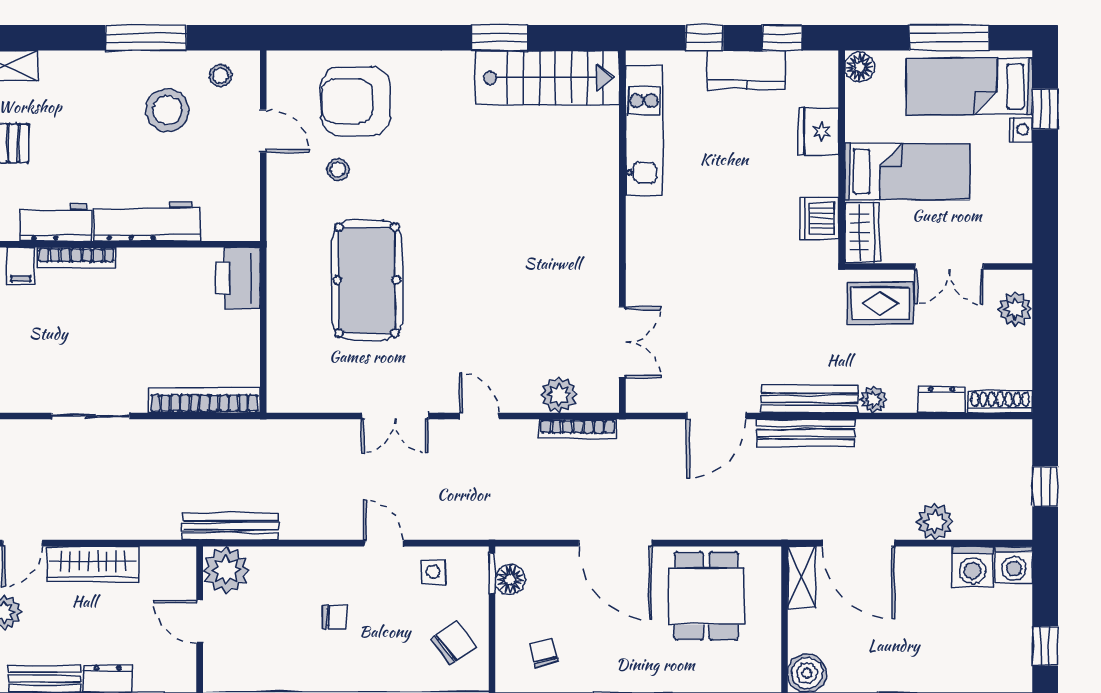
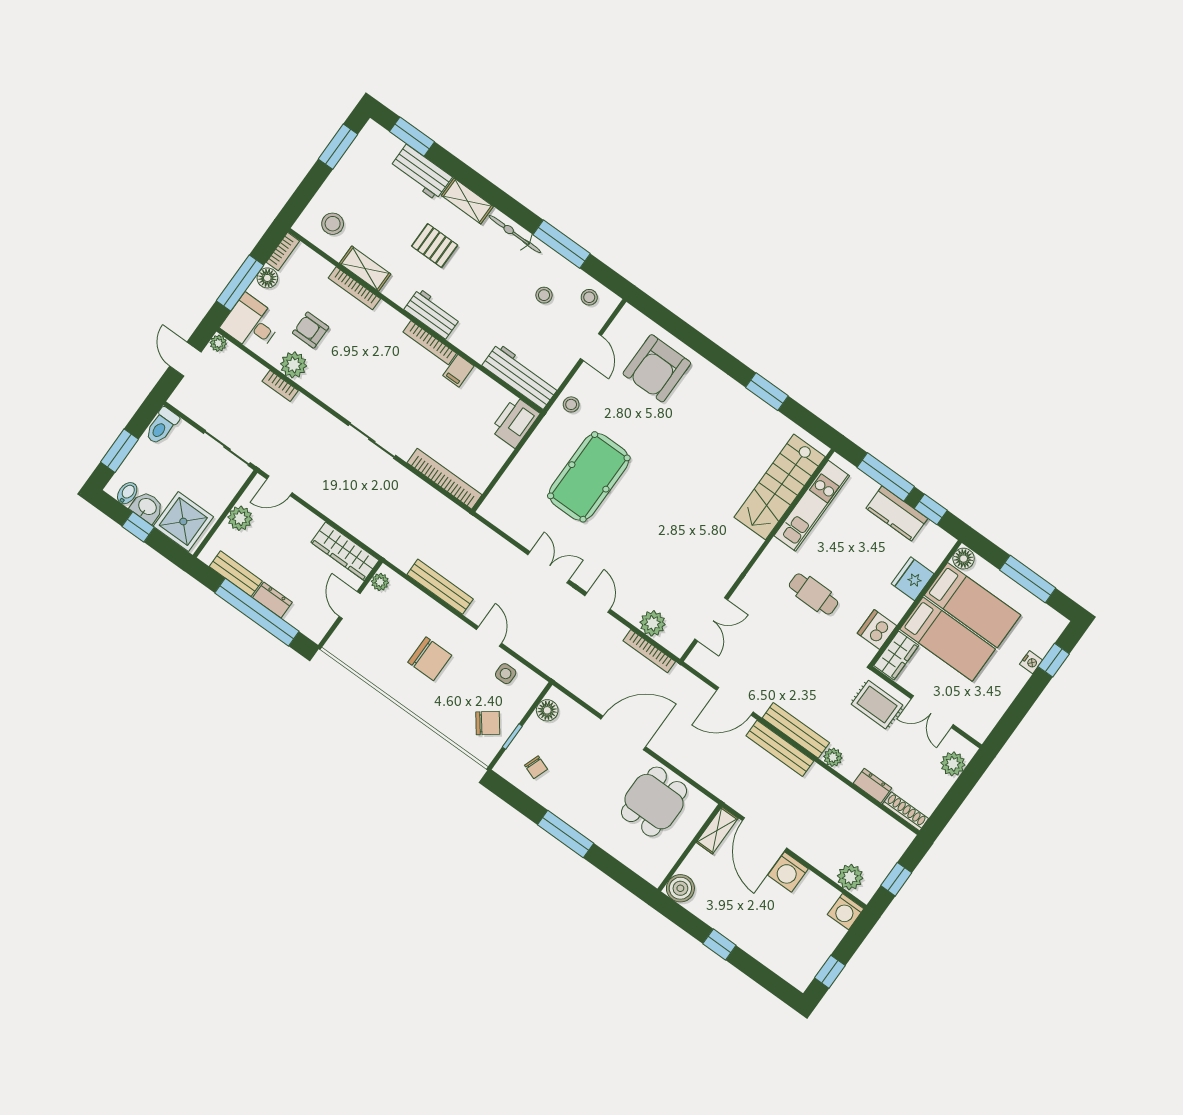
window: (704, 38) -> (886, 477), width x2.17
bicycle: (84, 65) -> (515, 234), added
stairs: (547, 78) -> (780, 487), moved, turned 90
bed: (969, 86) -> (972, 605), moved, turned 180
armchair: (356, 101) -> (657, 368), turned -90
stool: (167, 110) -> (544, 295), width x0.53, depth x0.53
stool: (338, 170) -> (571, 404), moved
workbench: (147, 221) -> (521, 376), moved
cafe table: (718, 230) -> (814, 594), added
filing cabinet: (21, 266) -> (458, 371), moved
double door: (395, 416) -> (549, 567), swing flipped
plant: (935, 522) -> (850, 877), moved
bench: (230, 527) -> (440, 587), moved
door: (615, 543) -> (623, 733), swing flipped
wardrobe: (93, 564) -> (345, 551), moved
washing machine: (973, 567) -> (788, 872), moved
plant: (226, 570) -> (380, 582), width x0.53, depth x0.53
window: (492, 574) -> (512, 737), moved
chair: (335, 617) -> (430, 659), width x1.87, depth x1.87
chair: (544, 653) -> (536, 767), turned 124

